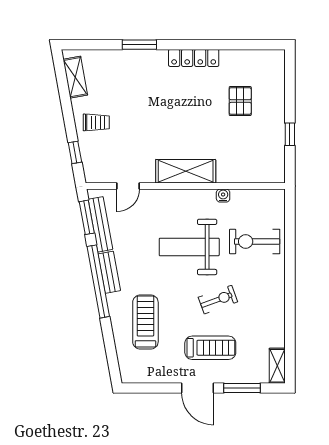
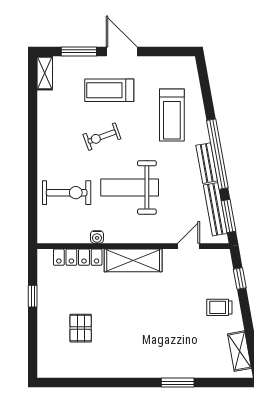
locker: (194, 58) -> (78, 257), moved, turned 180
weight bench: (189, 247) -> (130, 187), turned 180

